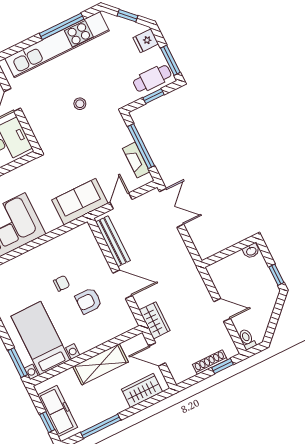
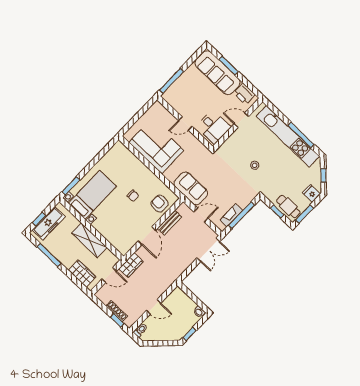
bench: (113, 241) -> (169, 223), width x0.73
armchair: (88, 301) -> (160, 204), moved
door: (222, 310) -> (154, 307), hinge flipped
door: (157, 354) -> (109, 275), swing flipped

